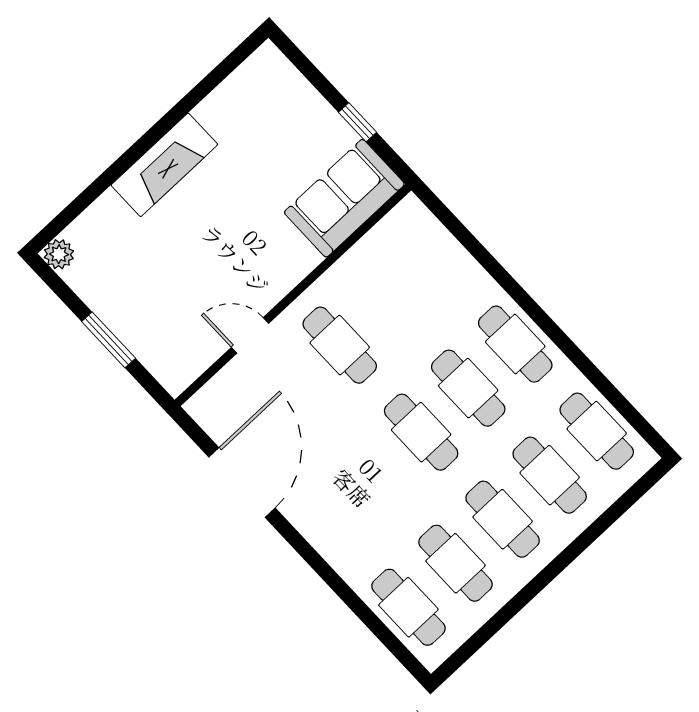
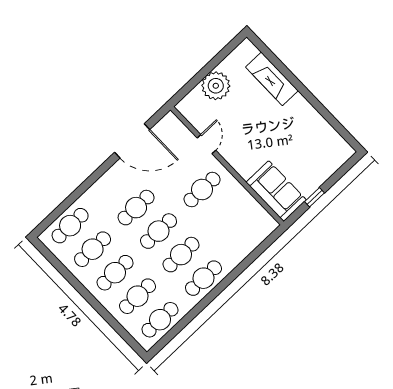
fireplace: (164, 165) -> (272, 79), moved
plant: (59, 254) -> (216, 86), moved, width x1.87, depth x1.87
window: (109, 340) -> (203, 73), removed
cafe table: (374, 476) -> (136, 208), added

